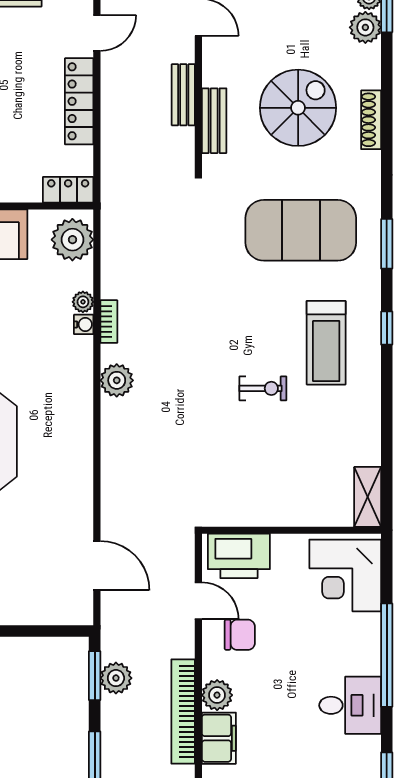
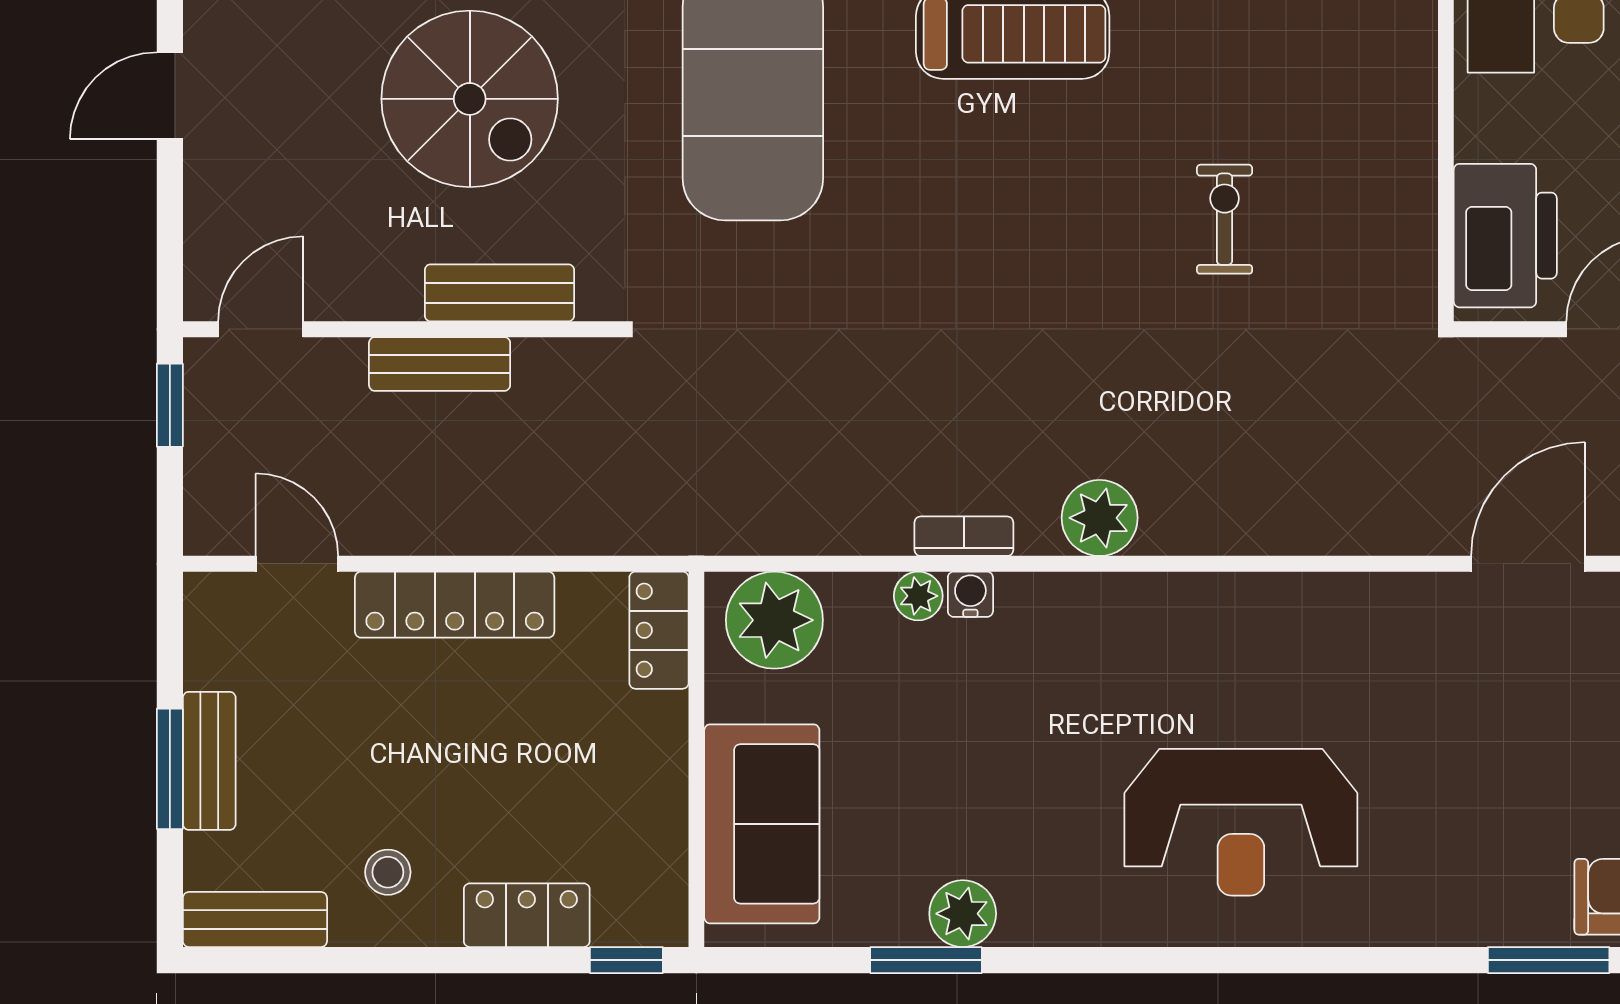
spiral stairs: (298, 108) -> (470, 99), turned 180
exercise bike: (263, 388) -> (1225, 219), moved

